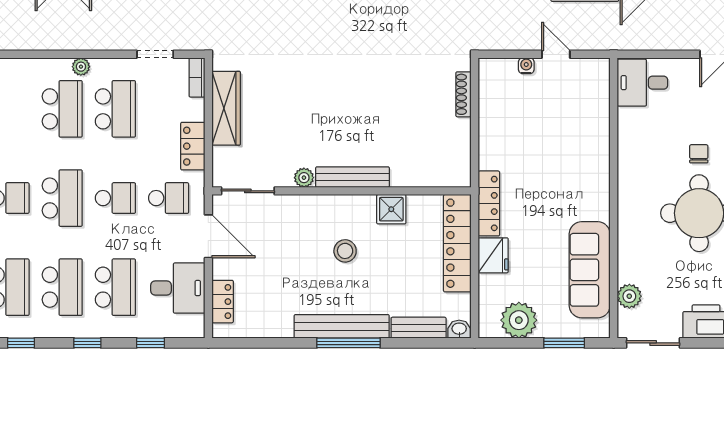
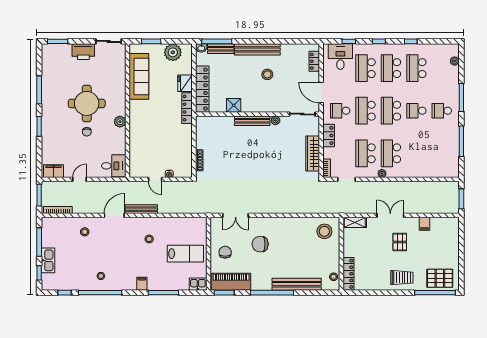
school desk: (115, 198) -> (366, 111), width x1.85
stool: (345, 251) -> (267, 74), moved
desk: (178, 288) -> (340, 57), moved, turned 90
plant: (629, 296) -> (120, 122), moved
window: (348, 343) -> (217, 41), moved

